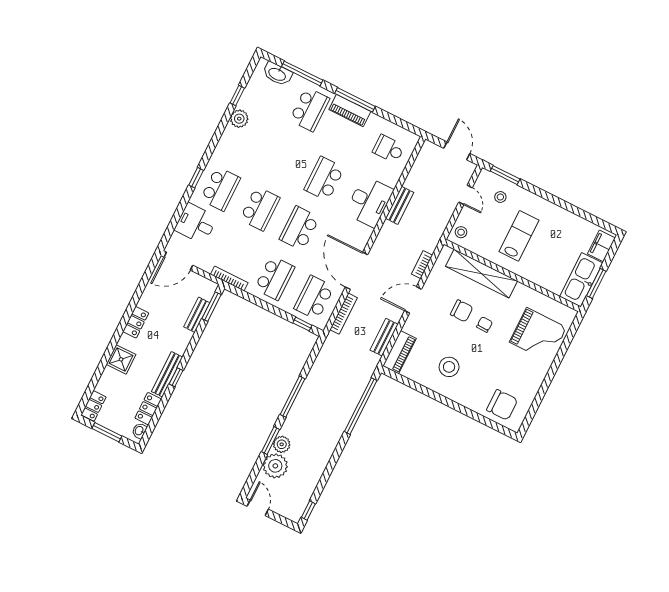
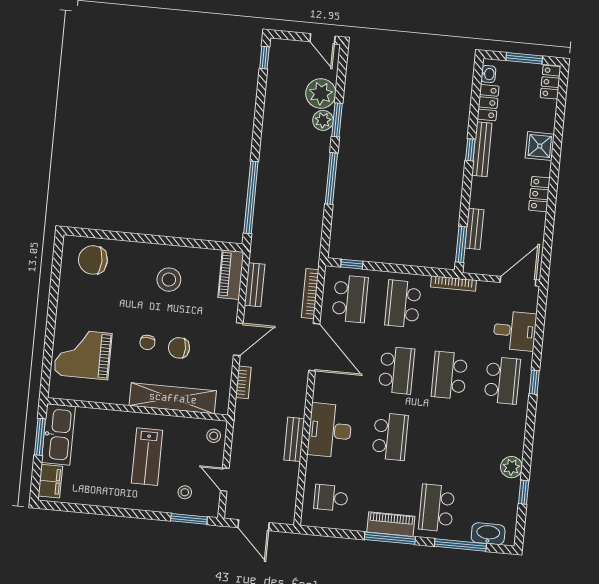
school desk: (389, 149) -> (331, 498), turned 180
school desk: (220, 189) -> (502, 380), turned 180

